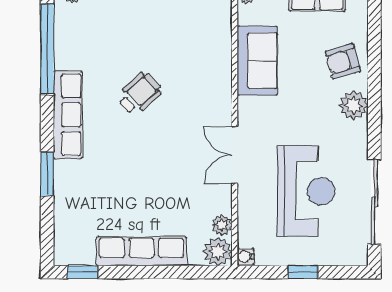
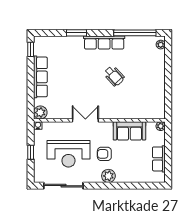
armchair: (343, 61) -> (104, 154), moved, turned -74
plant: (222, 225) -> (53, 114), removed

